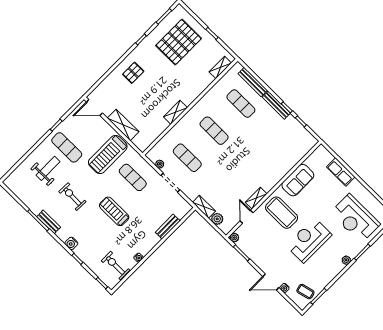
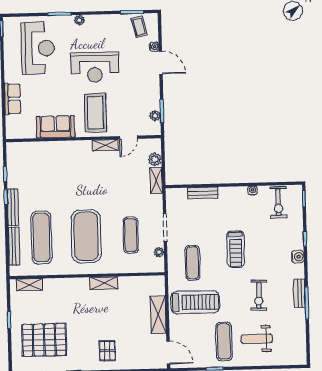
pallet: (133, 73) -> (107, 351), turned 90
exercise mat: (241, 104) -> (41, 238), width x1.36, depth x1.45
exercise mat: (214, 131) -> (86, 236), width x2.00, depth x1.45
plant: (234, 238) -> (155, 116), moved

